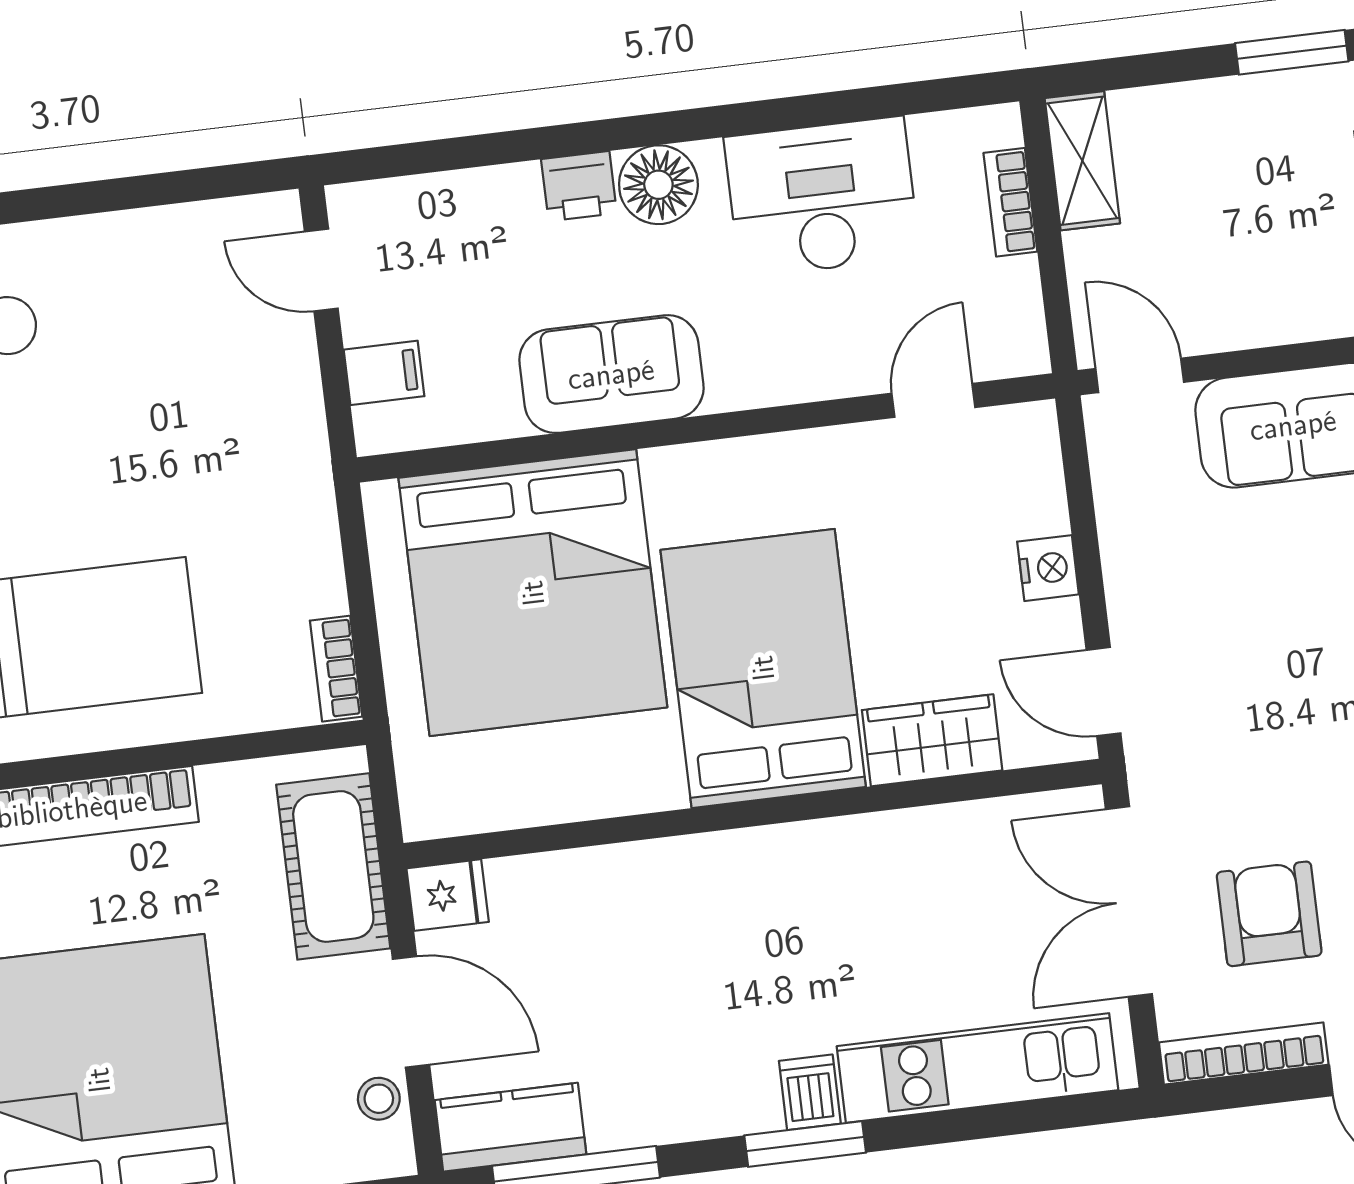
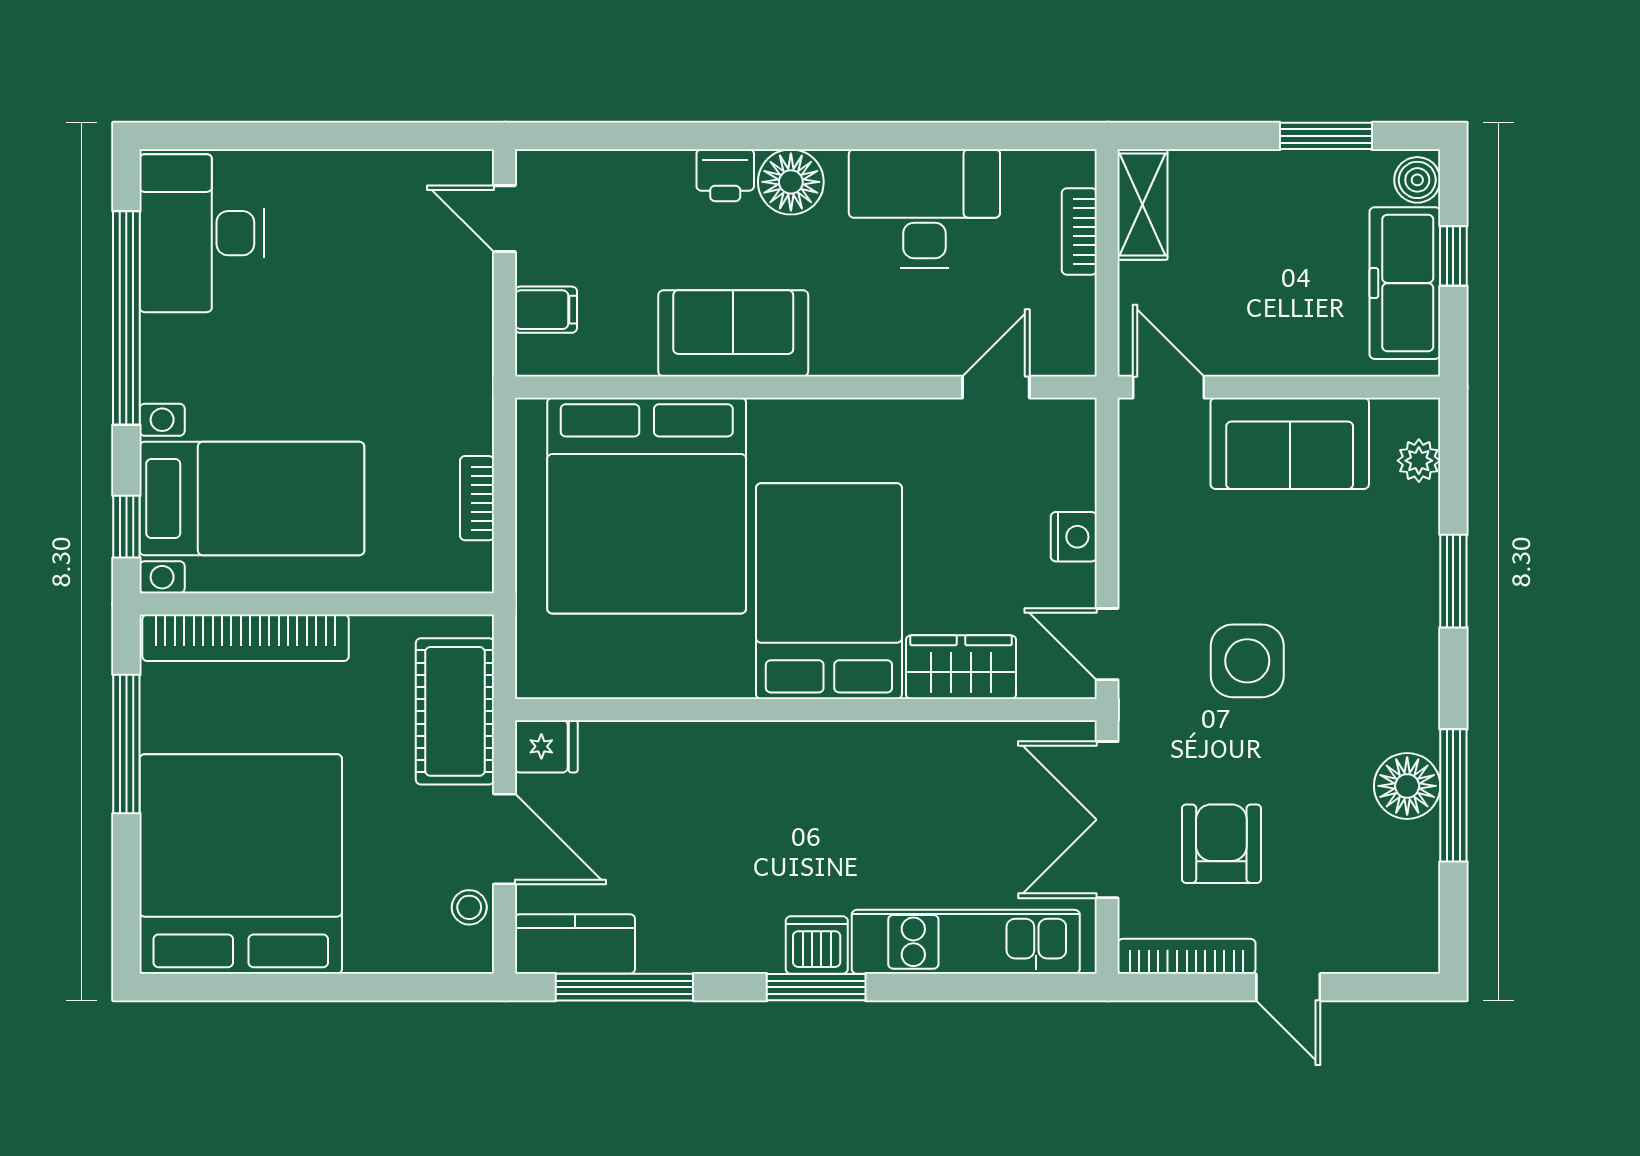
bookcase: (336, 669) -> (477, 498), moved
side table: (1274, 691) -> (1247, 661), added
dishwasher: (810, 1092) -> (817, 945), width x1.38

